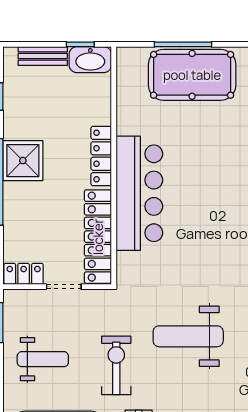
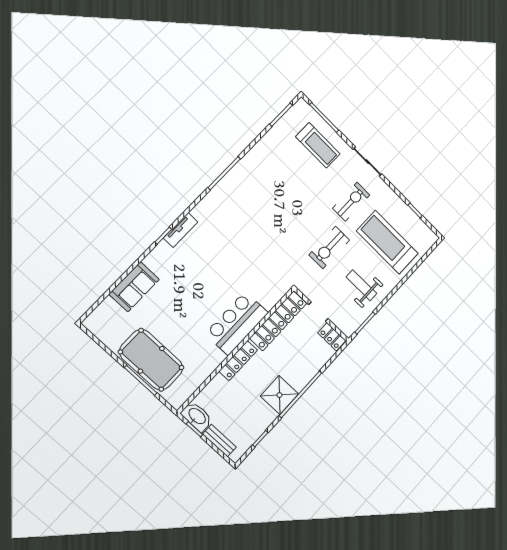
bar counter: (139, 193) -> (237, 323), width x0.73
weight bench: (188, 336) -> (281, 227), removed

